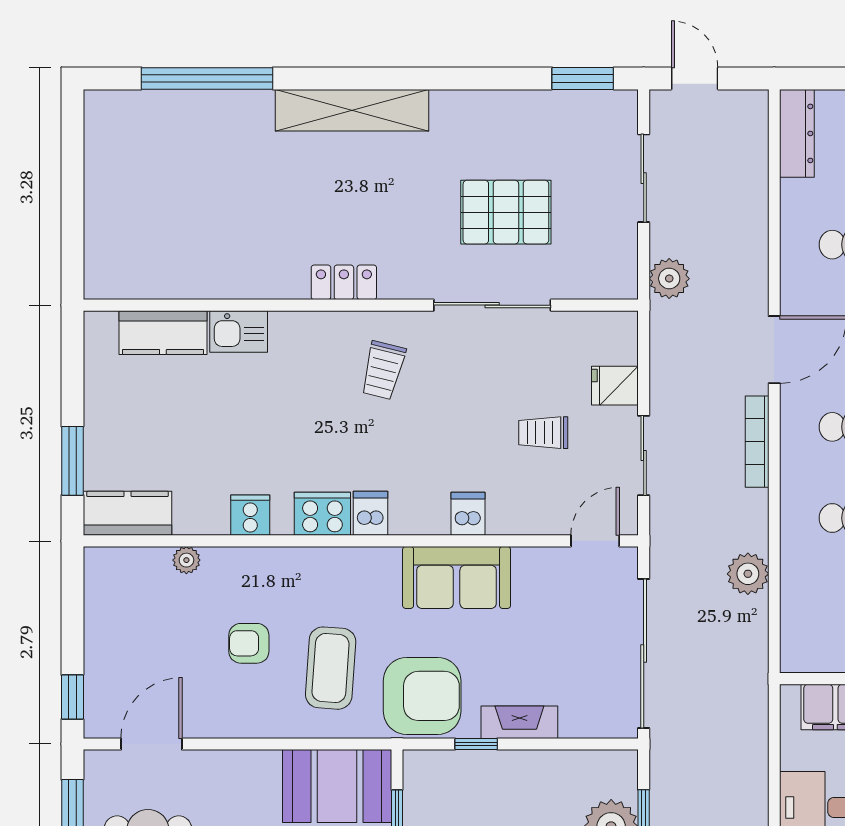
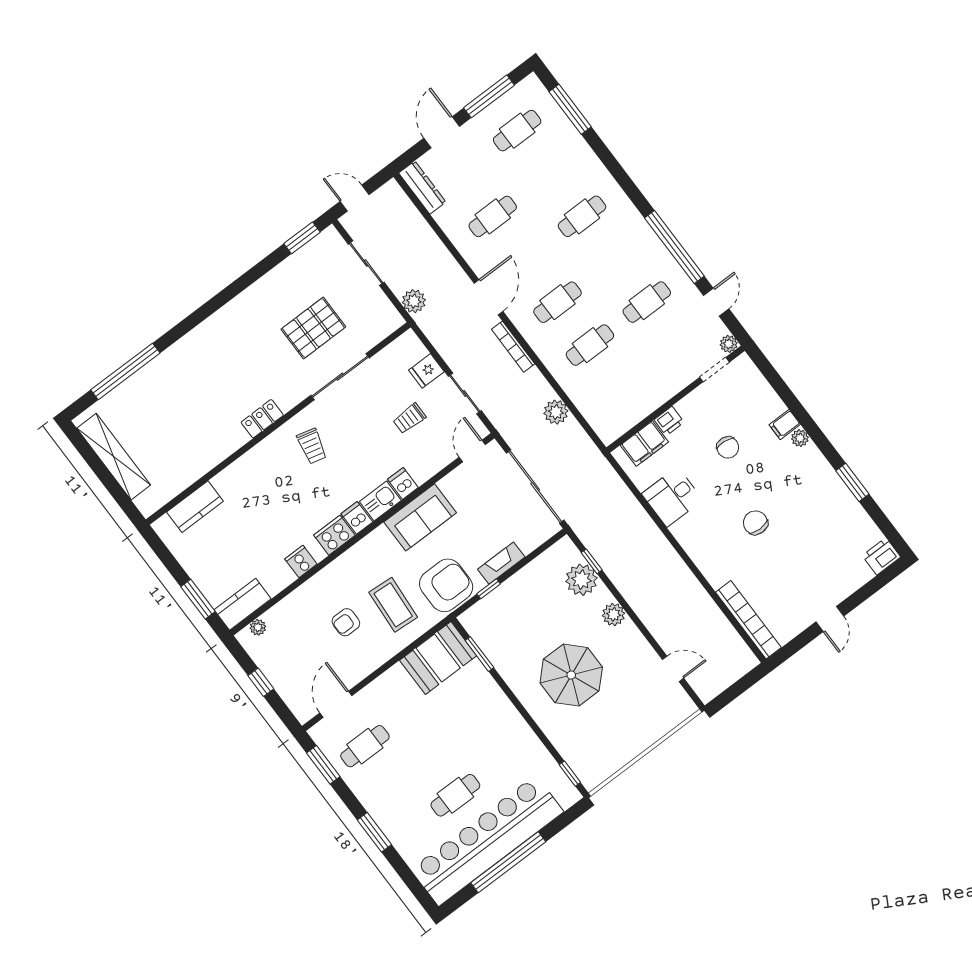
shelving: (352, 110) -> (114, 457), moved, turned 90
kitchen sink: (239, 332) -> (380, 501), moved, turned 180
plant: (186, 560) -> (258, 627), moved
window: (72, 697) -> (261, 682), moved

